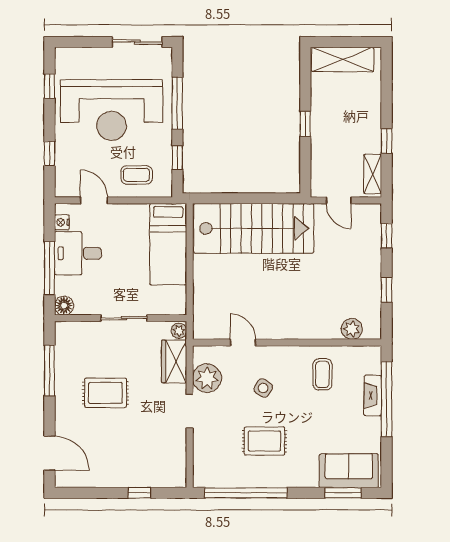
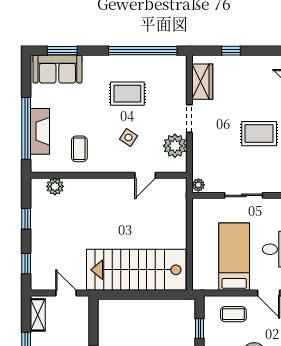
bed: (168, 244) -> (234, 257), moved
door: (243, 343) -> (145, 175), hinge flipped
wardrobe: (174, 361) -> (202, 82), moved
fireplace: (373, 396) -> (40, 131), width x1.37, depth x1.32

